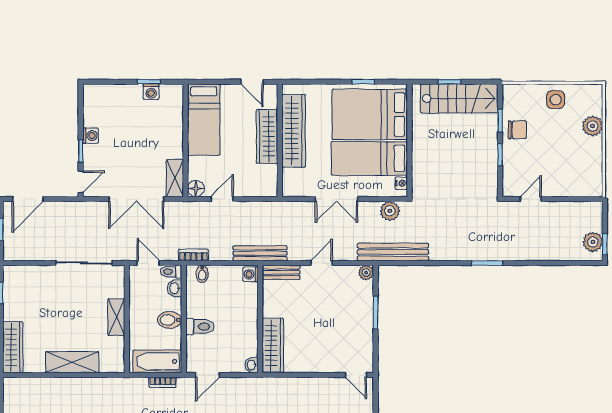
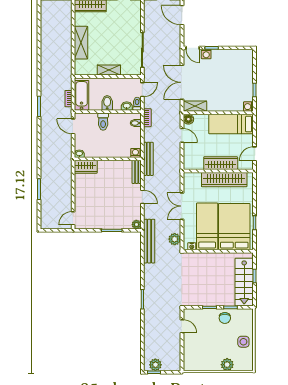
washing machine: (151, 92) -> (248, 107), moved
washing machine: (91, 136) -> (206, 54), moved
wardrobe: (273, 345) -> (86, 167), width x0.67

